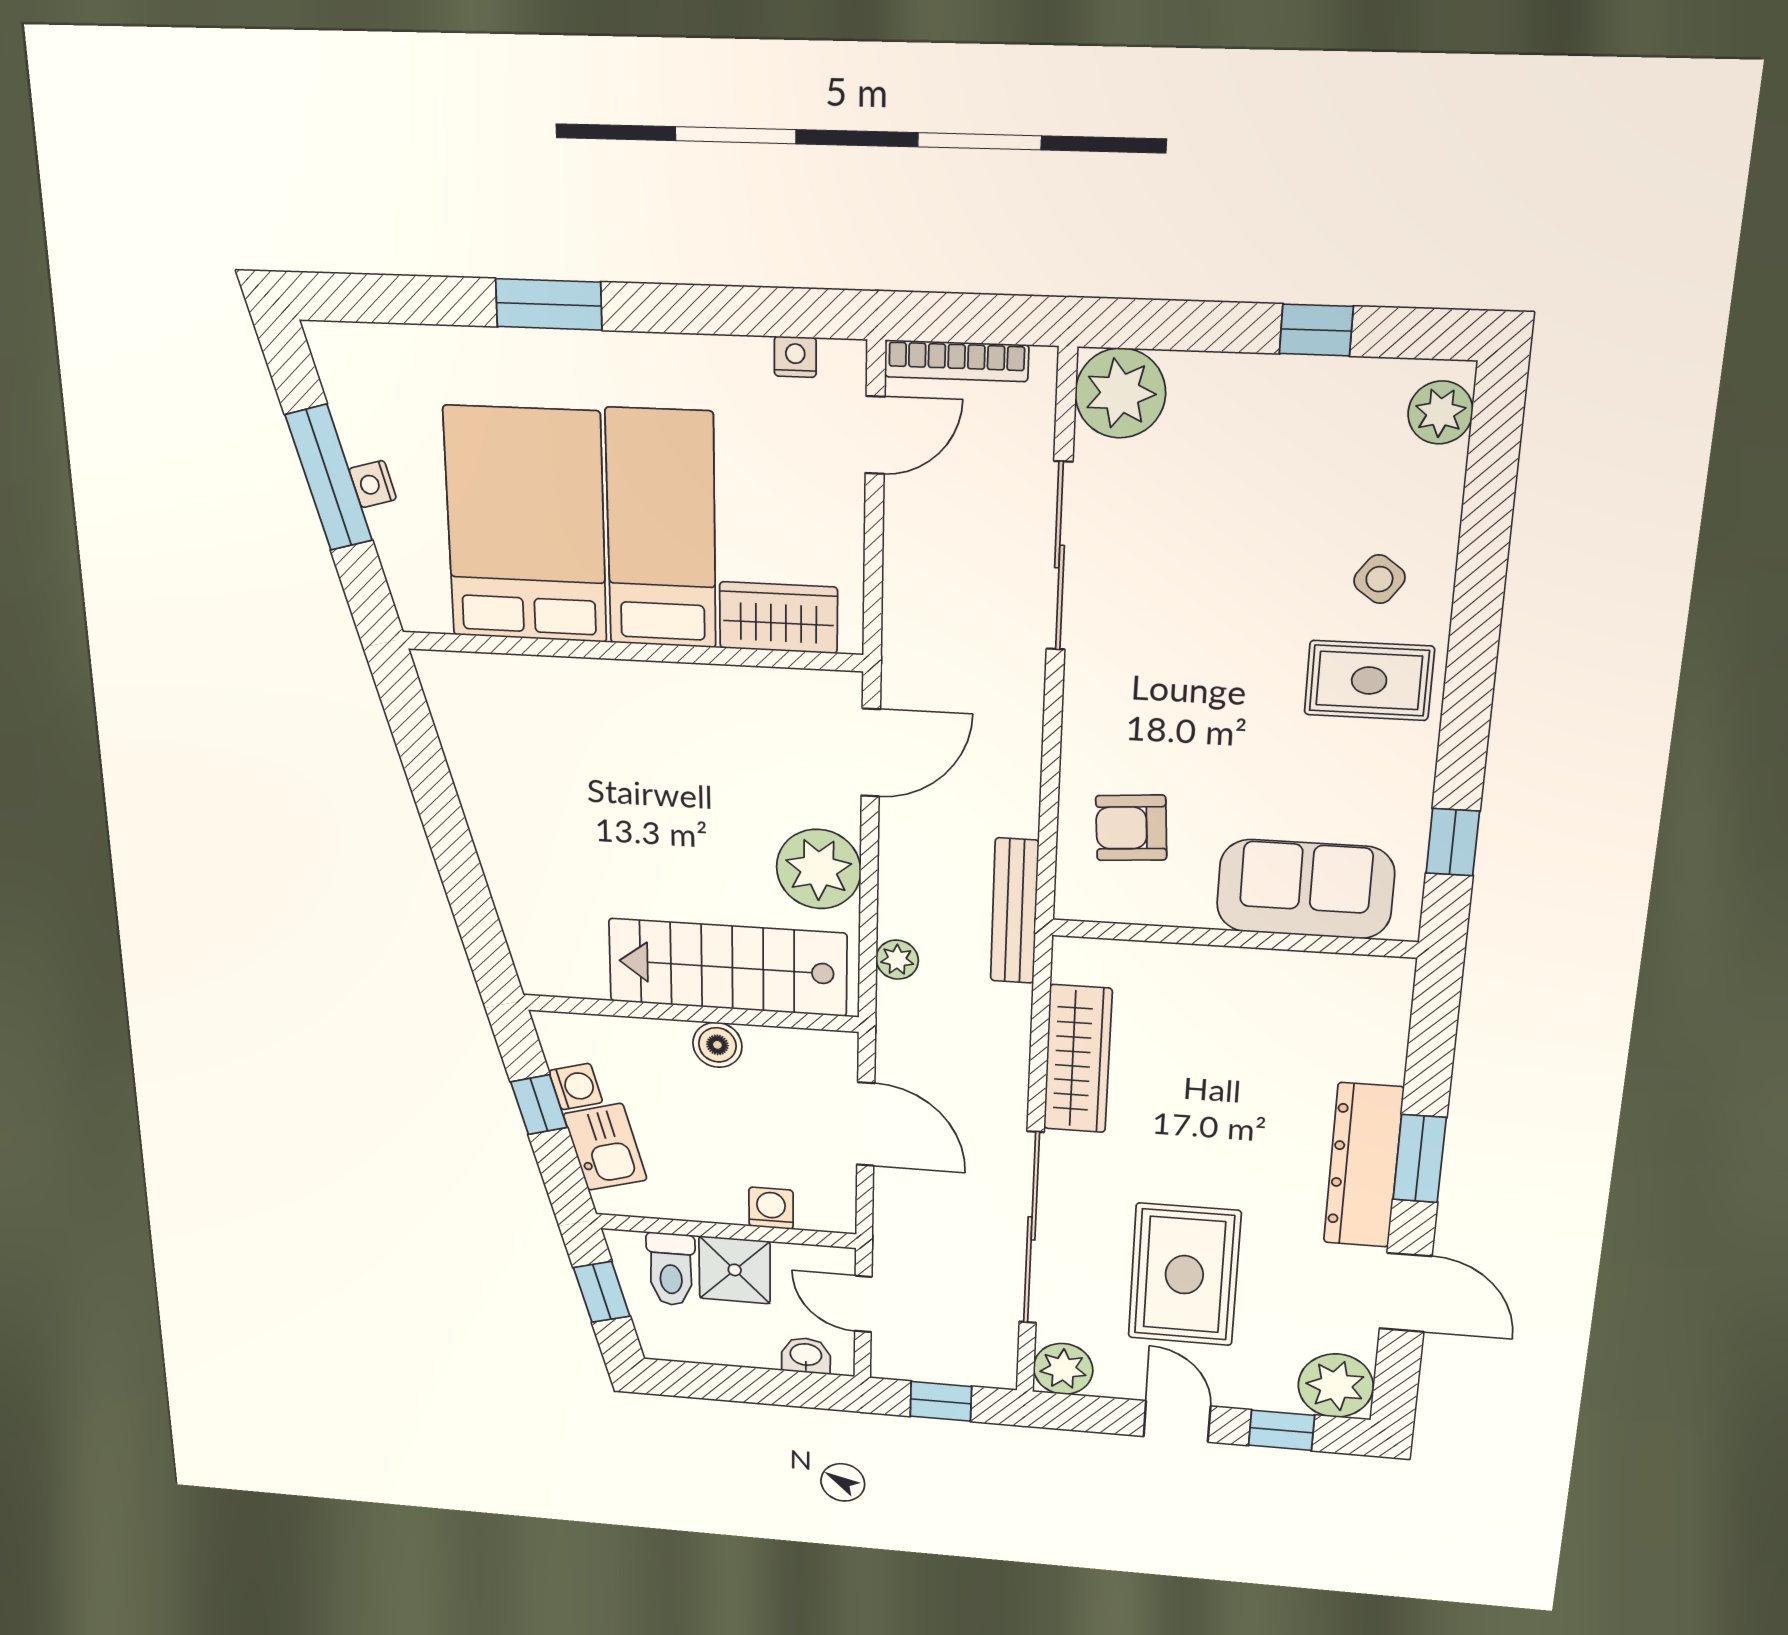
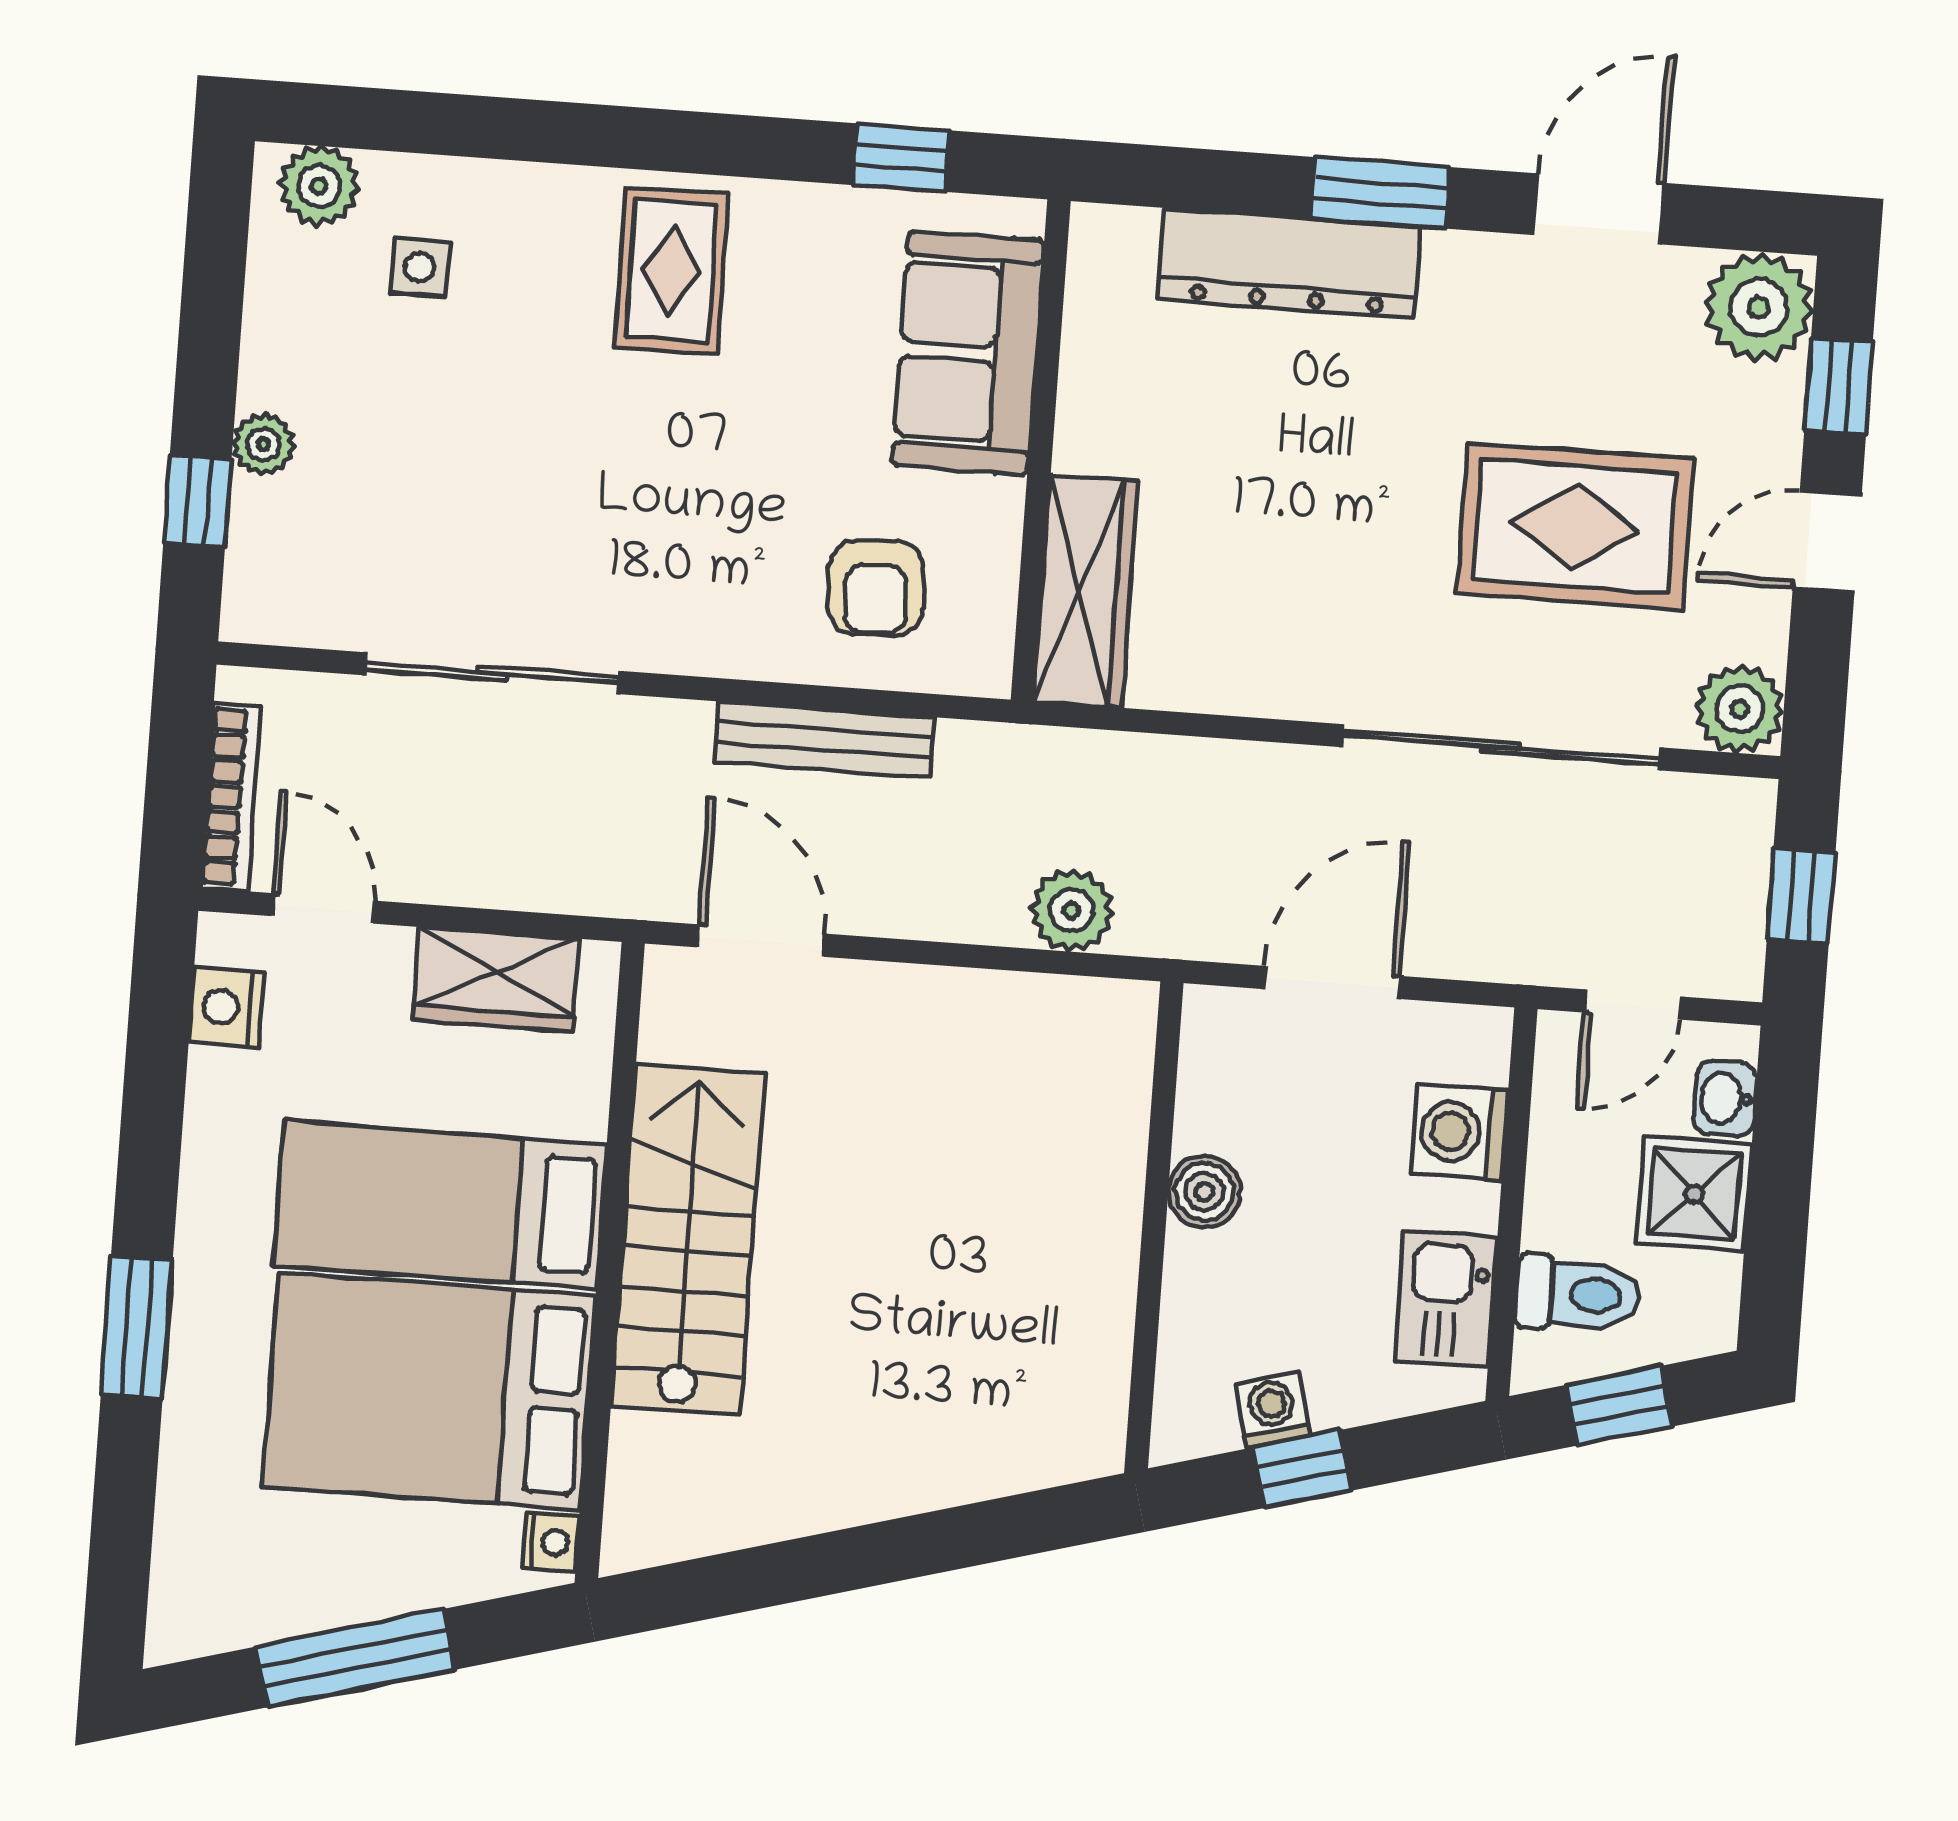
window: (1316, 330) -> (197, 501), moved
nightstand: (795, 357) -> (226, 1007), width x1.39, depth x1.35
plant: (1120, 393) -> (263, 444), moved, width x0.53, depth x0.53
nightstand: (373, 484) -> (551, 1542), moved, turned -75
side table: (1379, 579) -> (420, 267), moved, turned -36
wardrobe: (778, 618) -> (496, 979), moved, turned -90
plant: (819, 869) -> (932, 1025), removed
bench: (1015, 911) -> (824, 740), moved
plant: (897, 960) -> (1072, 910), width x1.38, depth x1.38
stairs: (728, 967) -> (688, 1240), moved, turned 180
wardrobe: (1078, 1059) -> (1086, 591), moved, turned 90
kitchen sink: (605, 1147) -> (1446, 1299), moved, turned -75
dresser: (1363, 1165) -> (1289, 263), moved
washing machine: (771, 1208) -> (1460, 1132), width x1.38, depth x1.38
shower: (735, 1270) -> (1694, 1194), moved

